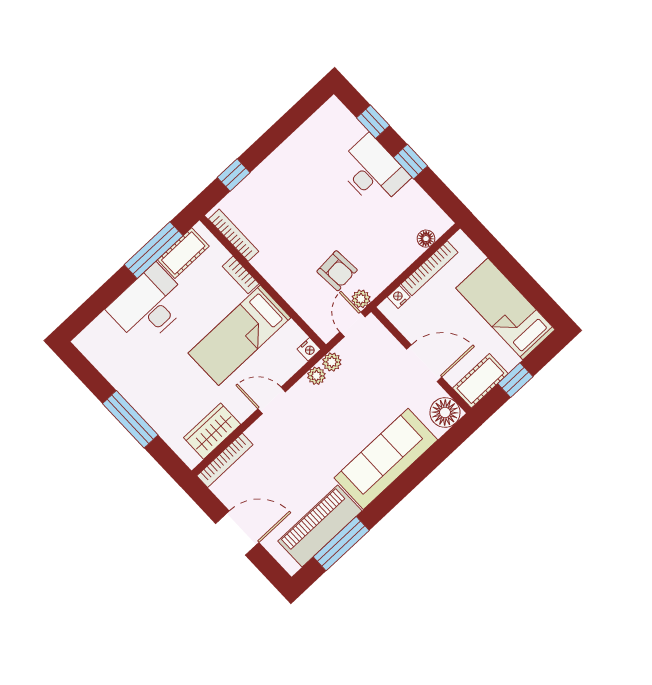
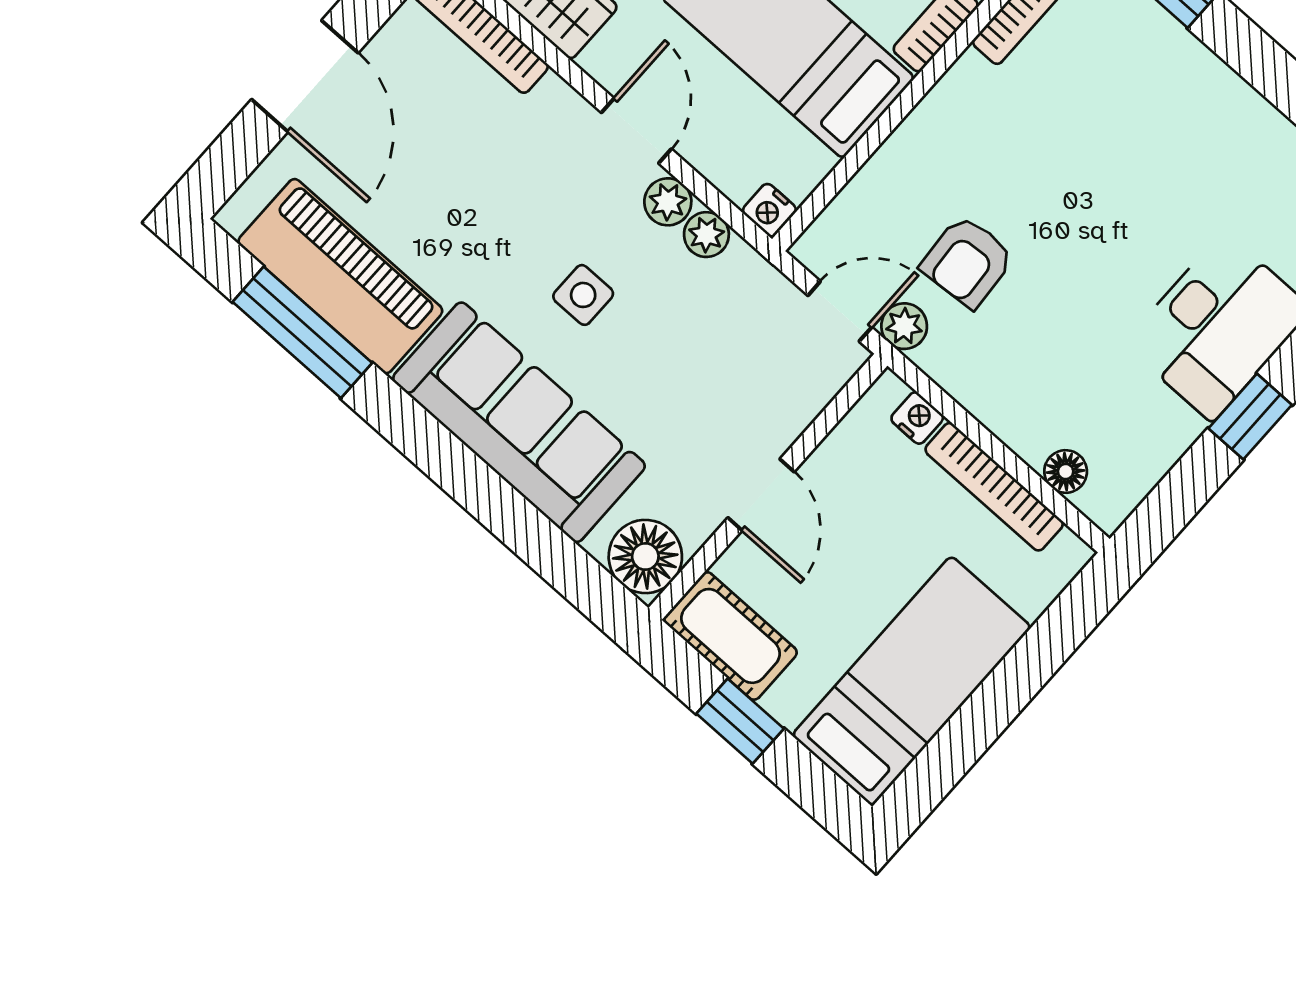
plant: (332, 362) -> (668, 202), moved
door: (424, 363) -> (761, 495), width x0.73
side table: (336, 428) -> (583, 295), added

